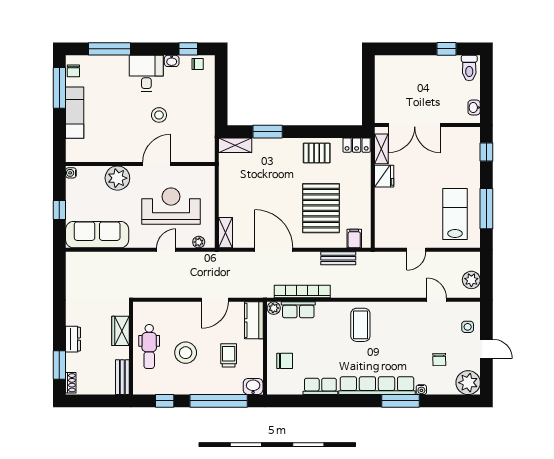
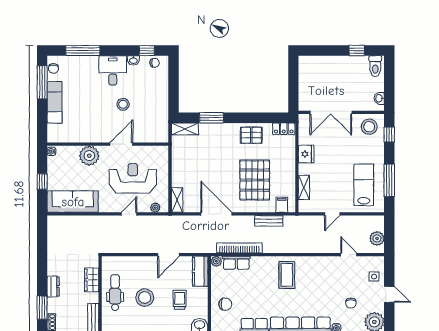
stool: (462, 143) -> (369, 127), added
shelving: (381, 149) -> (304, 188), moved
dental chair: (149, 346) -> (115, 293), turned 180

